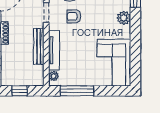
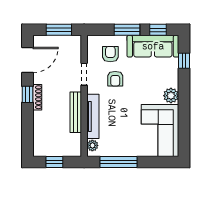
armchair: (74, 16) -> (115, 79), turned -90
plant: (124, 18) -> (171, 96), moved

